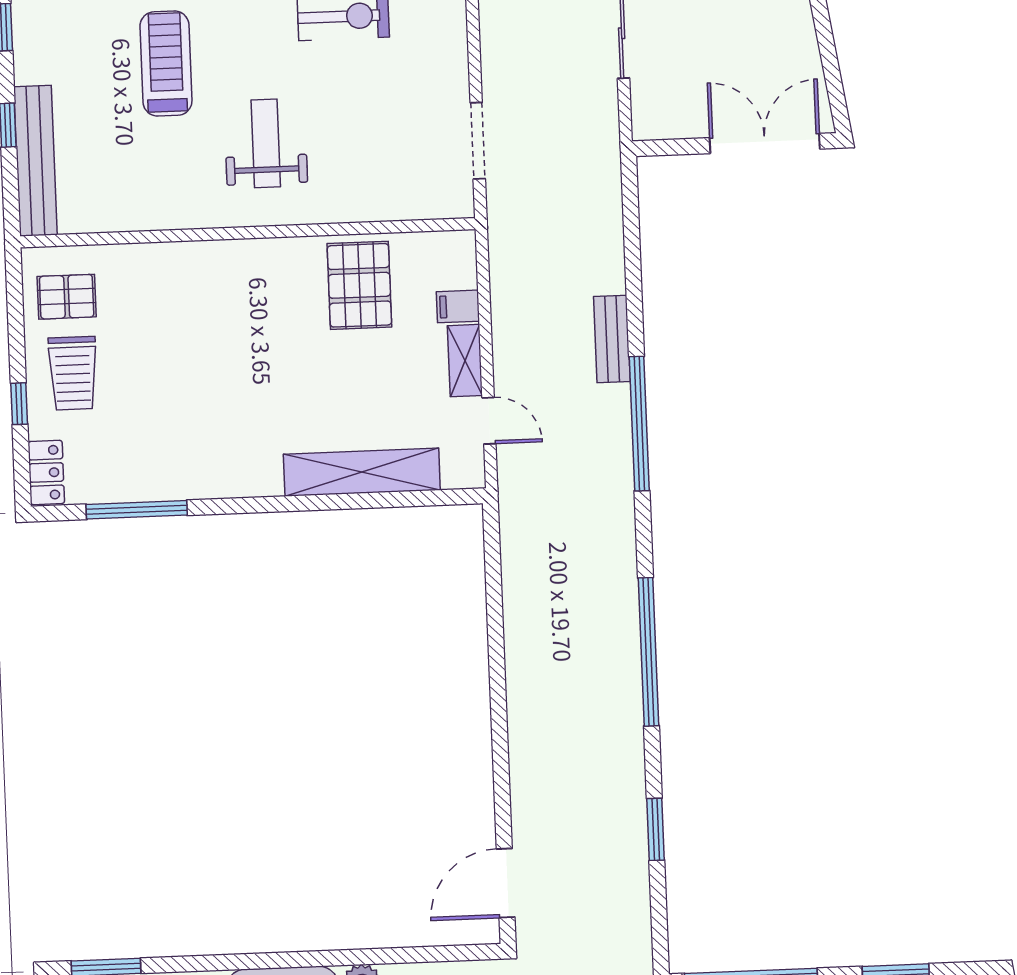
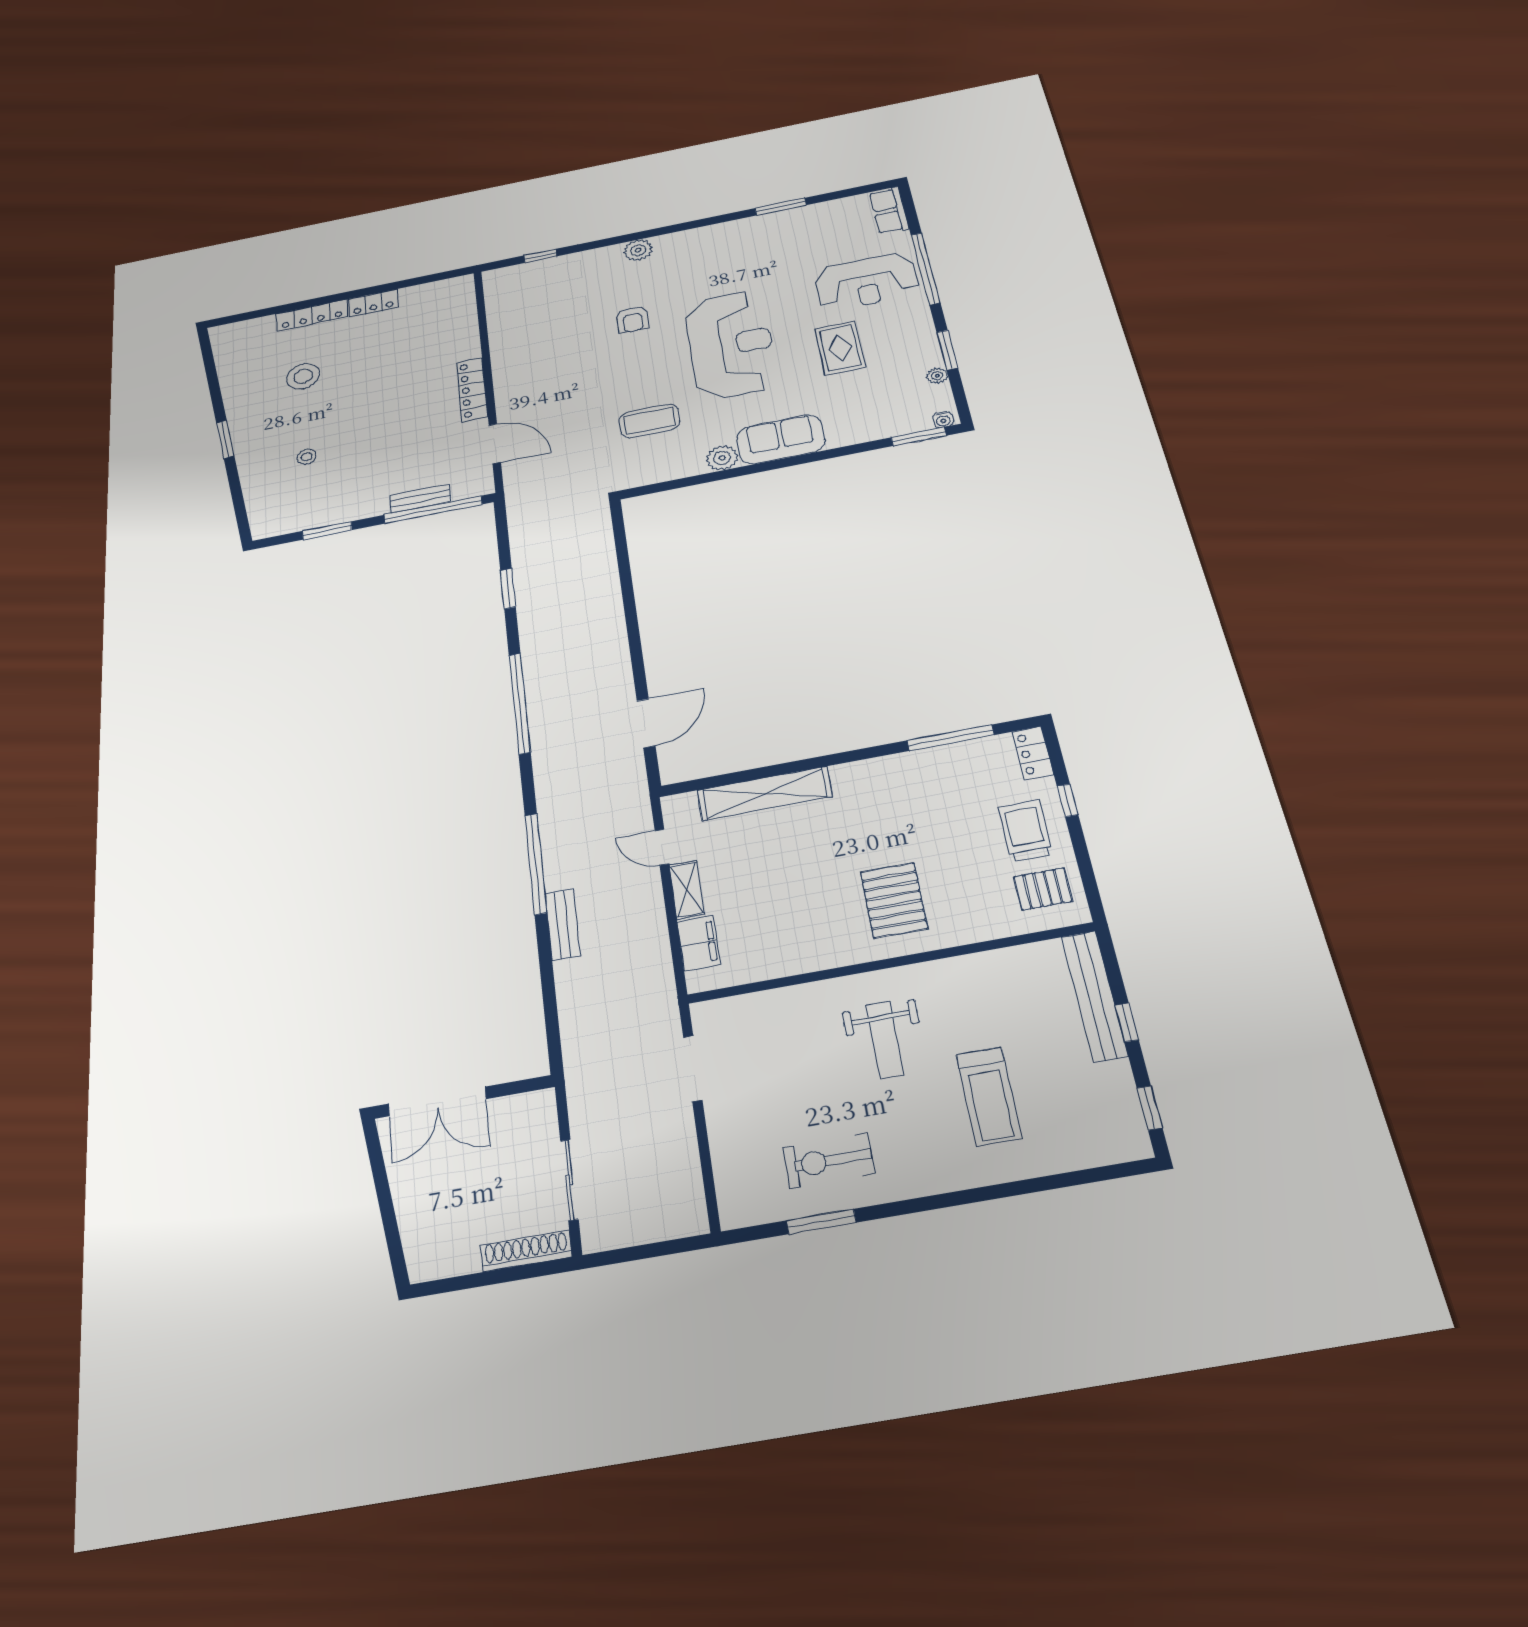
pallet: (359, 285) -> (894, 900), moved
filing cabinet: (458, 306) -> (699, 943), width x2.00
door: (506, 883) -> (646, 723), moved

